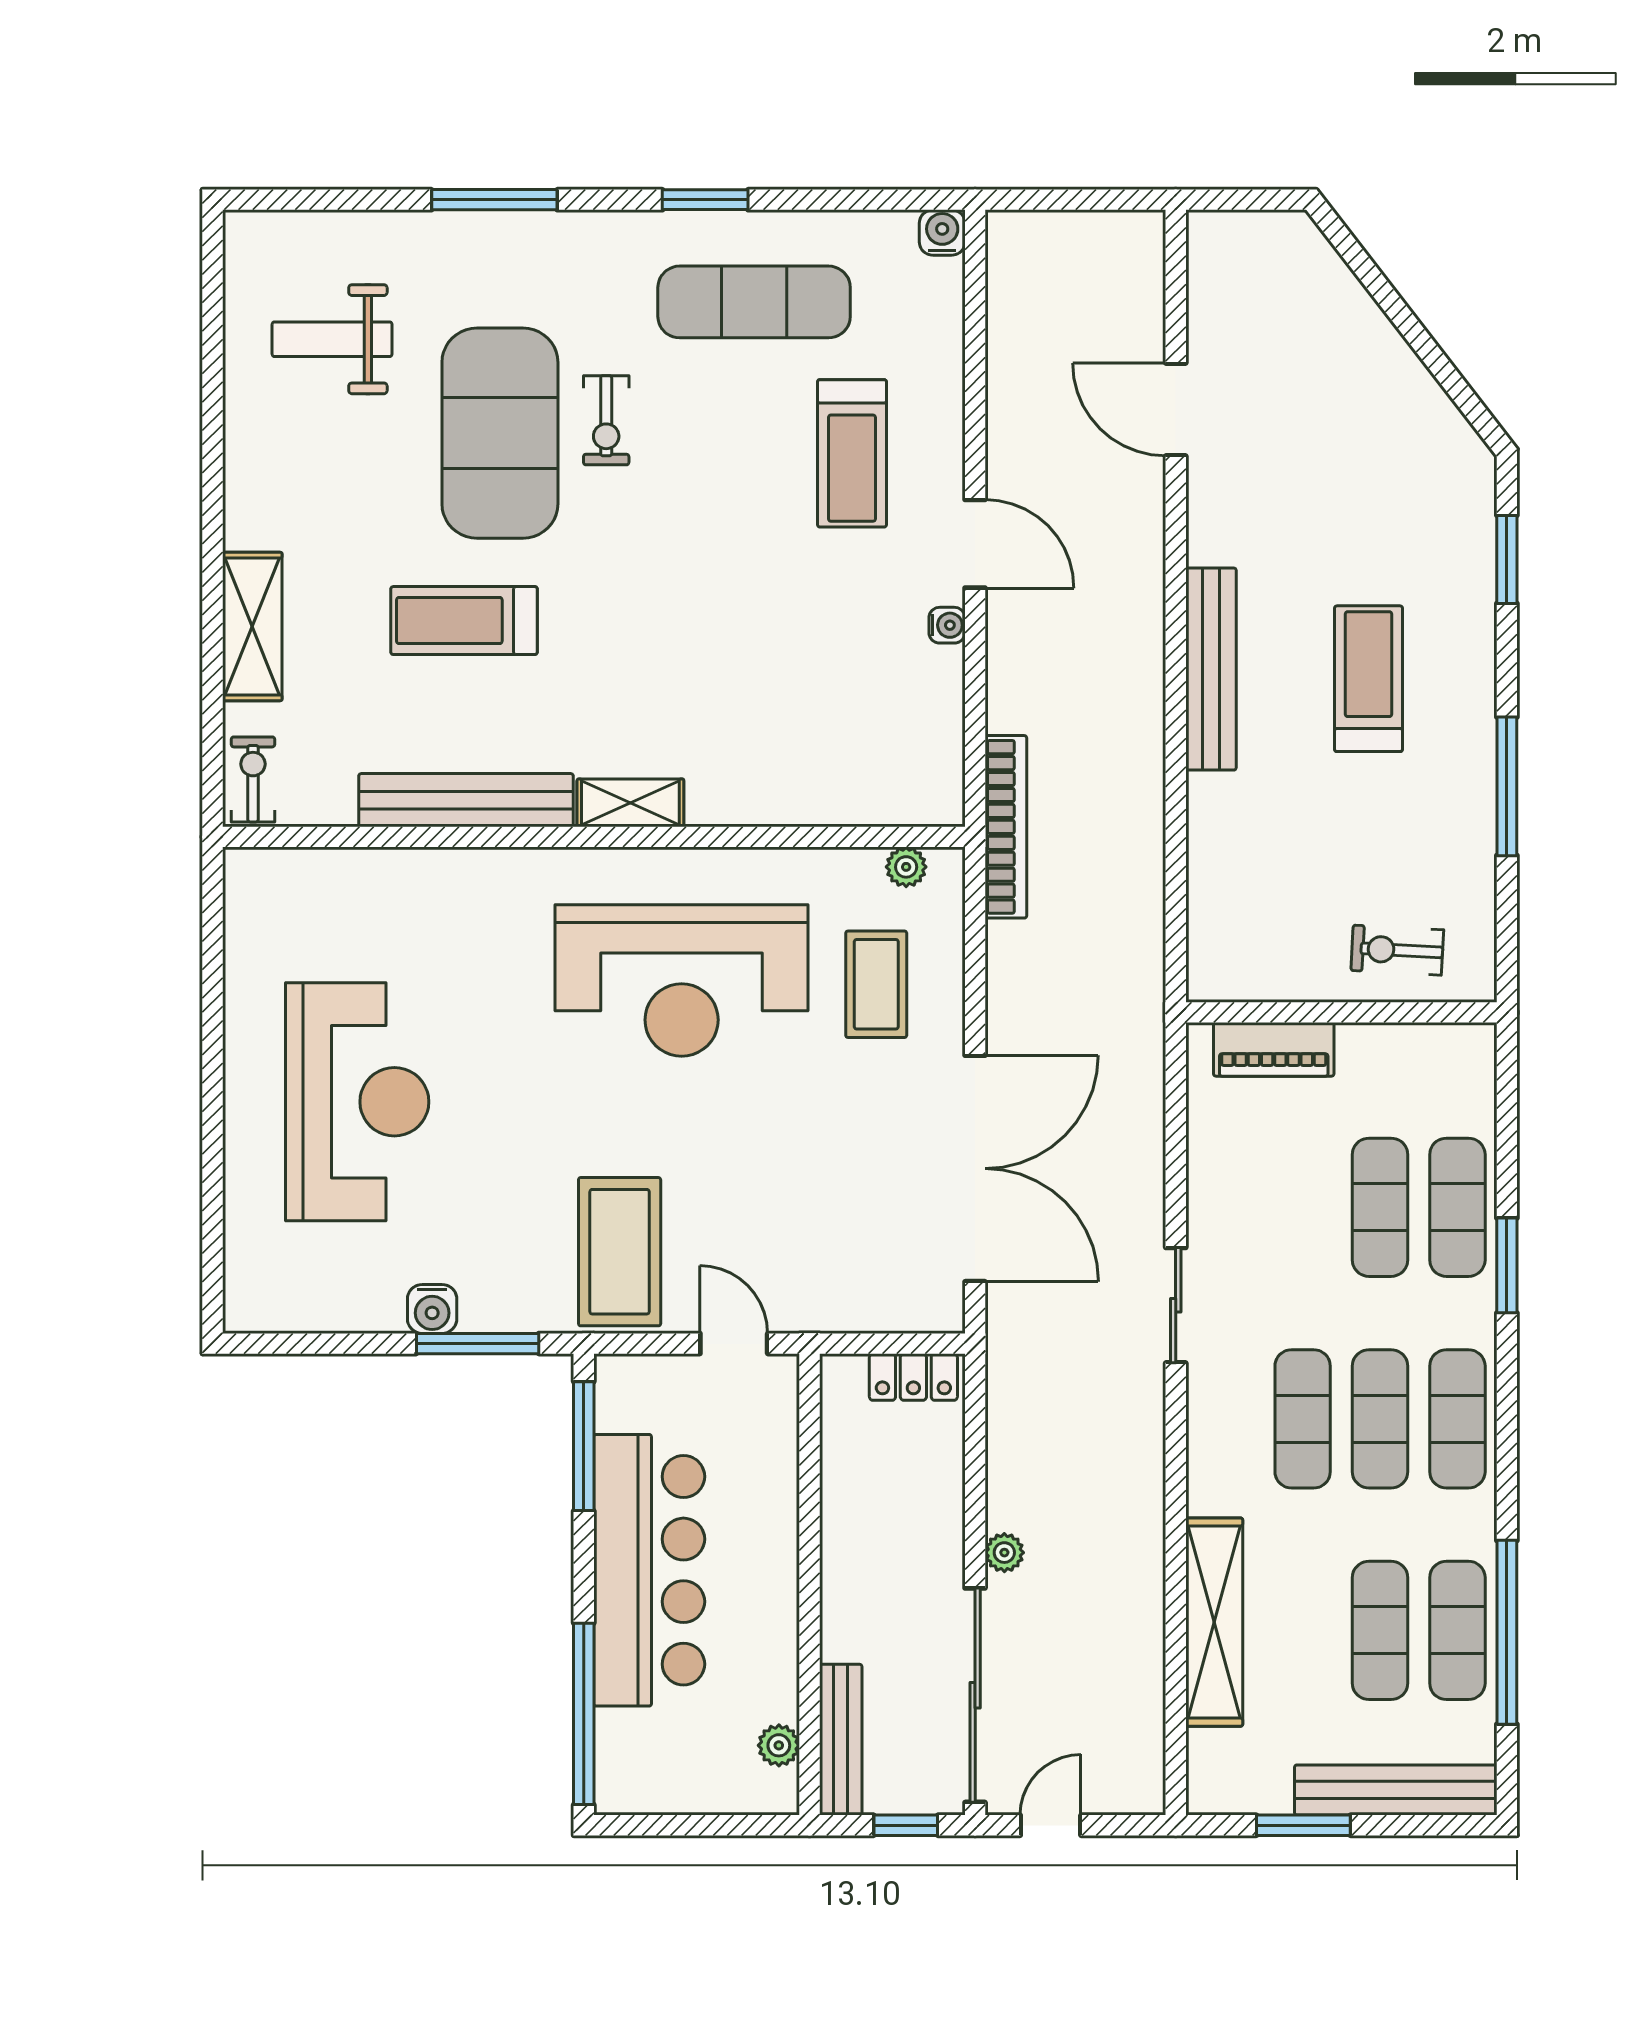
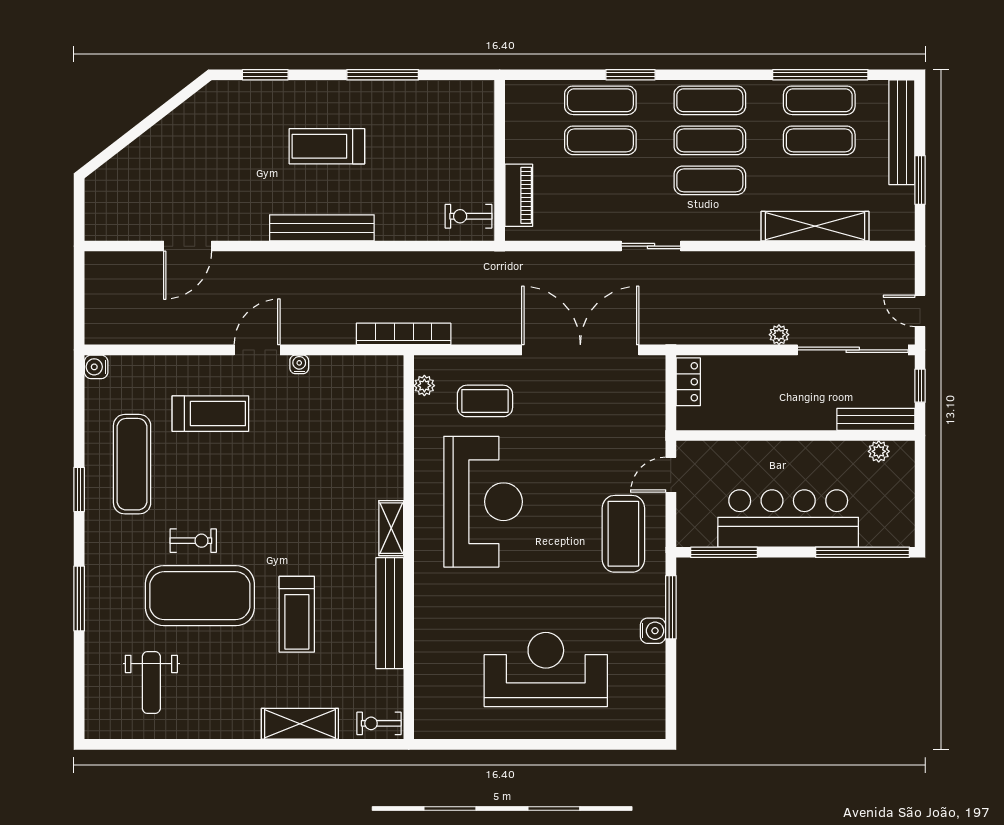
exercise bike: (1397, 950) -> (468, 216), moved, turned 87
coffee table: (620, 1252) -> (623, 534), turned 90

